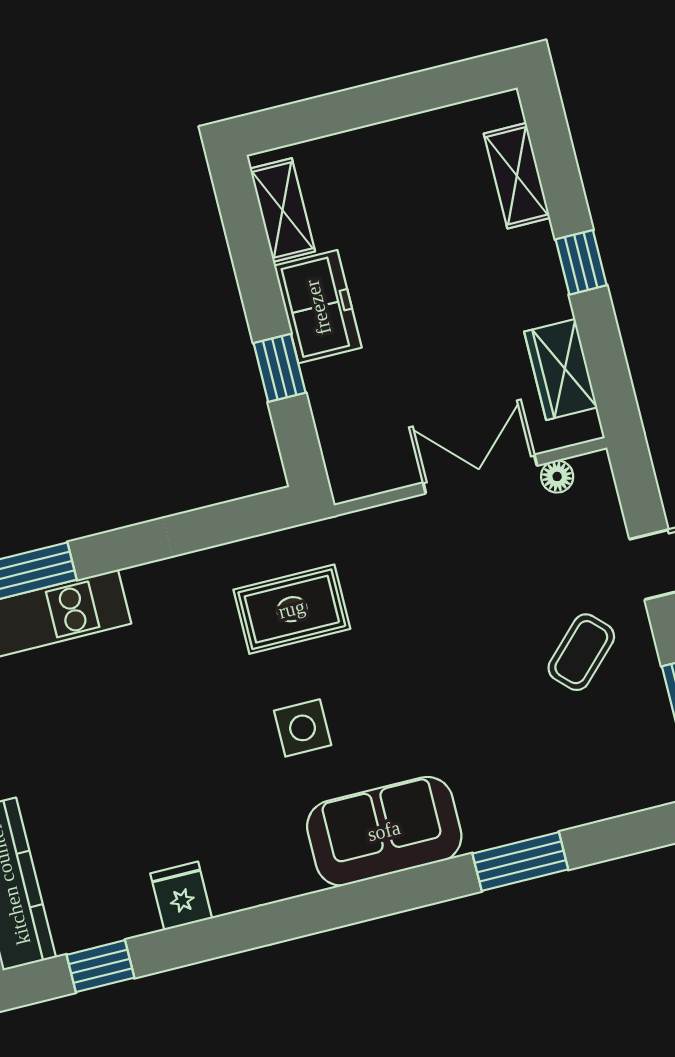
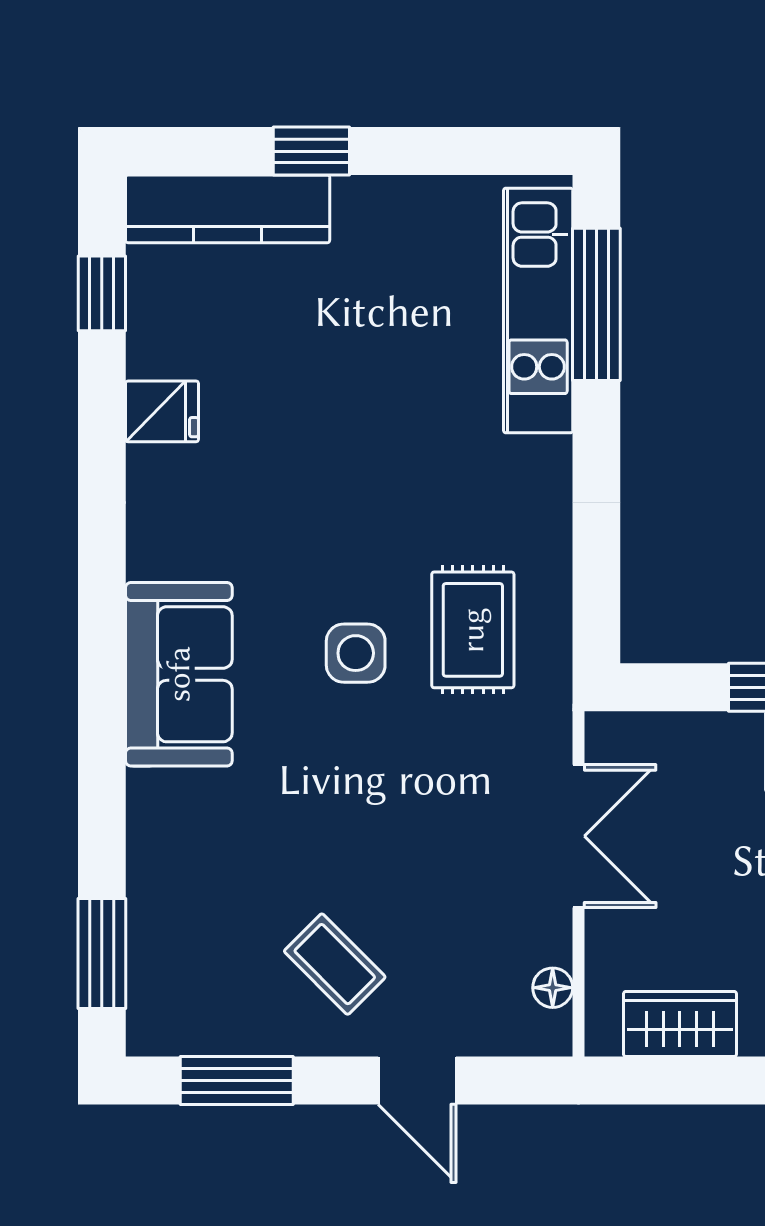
double door: (480, 474) -> (578, 836), moved
side table: (303, 728) -> (356, 653), moved
window: (520, 862) -> (102, 953), moved

